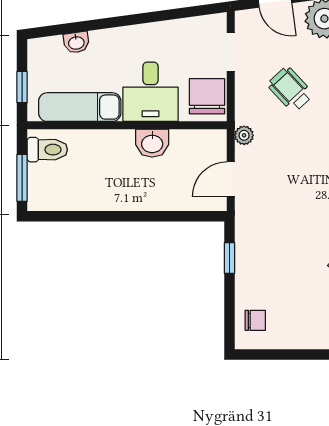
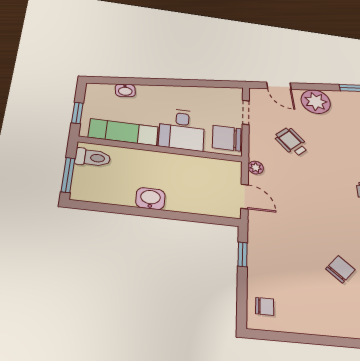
chair: (207, 96) -> (227, 138), turned -90
washbasin: (152, 143) -> (150, 199), moved, turned 180
door: (231, 179) -> (245, 196), swing flipped

